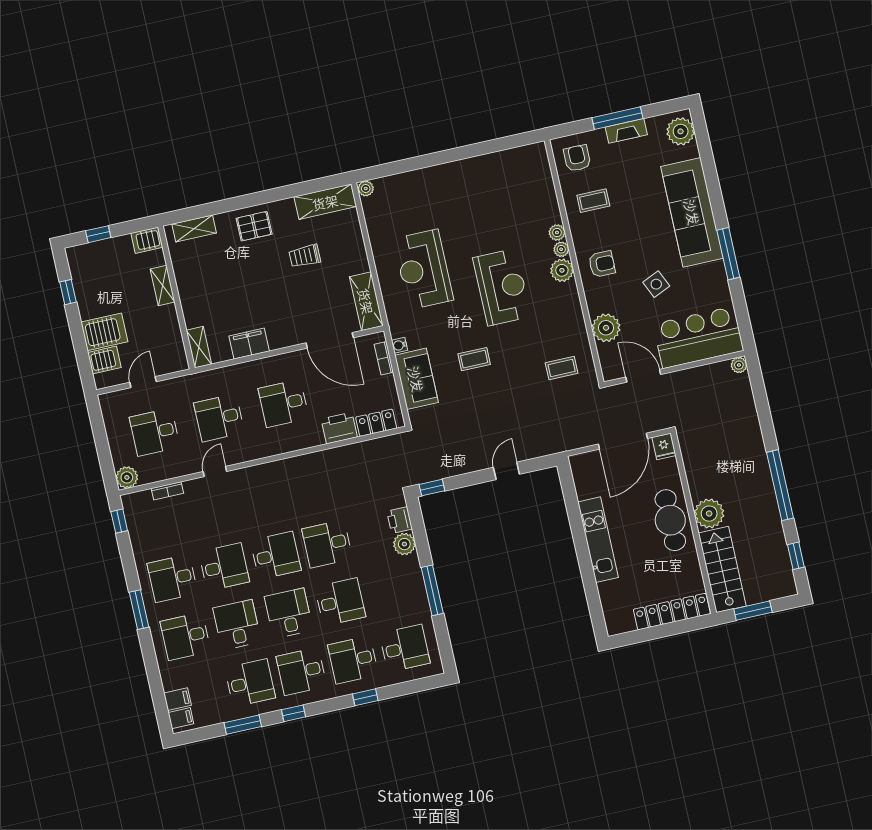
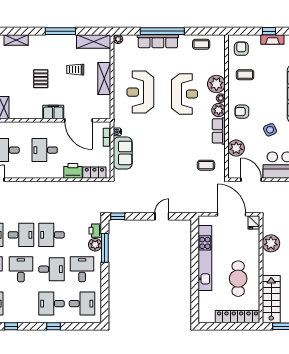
window: (617, 118) -> (269, 31), width x0.46
window: (437, 158) -> (162, 31), added
row of seats: (434, 177) -> (158, 41), added
window: (265, 197) -> (60, 31), added
pallet: (254, 226) -> (41, 79), moved, turned 90
plant: (557, 233) -> (216, 84), width x1.88, depth x1.88
armchair: (602, 264) -> (242, 112), turned 180
reception desk: (502, 287) -> (184, 94), moved
shelving: (366, 301) -> (104, 78), moved
row of seats: (570, 305) -> (219, 131), added
filing cabinet: (249, 344) -> (53, 112), moved
coffee table: (474, 359) -> (201, 44), moved
door: (623, 441) -> (231, 214), swing flipped
plant: (709, 514) -> (271, 243), moved
cafe table: (670, 520) -> (238, 279), moved
kitchen unit: (598, 540) -> (205, 258), width x1.36
window: (432, 590) -> (105, 248), moved
desk: (302, 671) -> (82, 269), moved, turned 90

